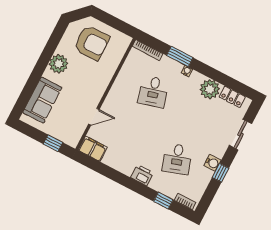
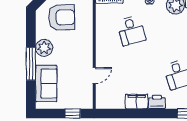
window: (37, 73) -> (31, 64), added
filing cabinet: (93, 149) -> (137, 101), moved

